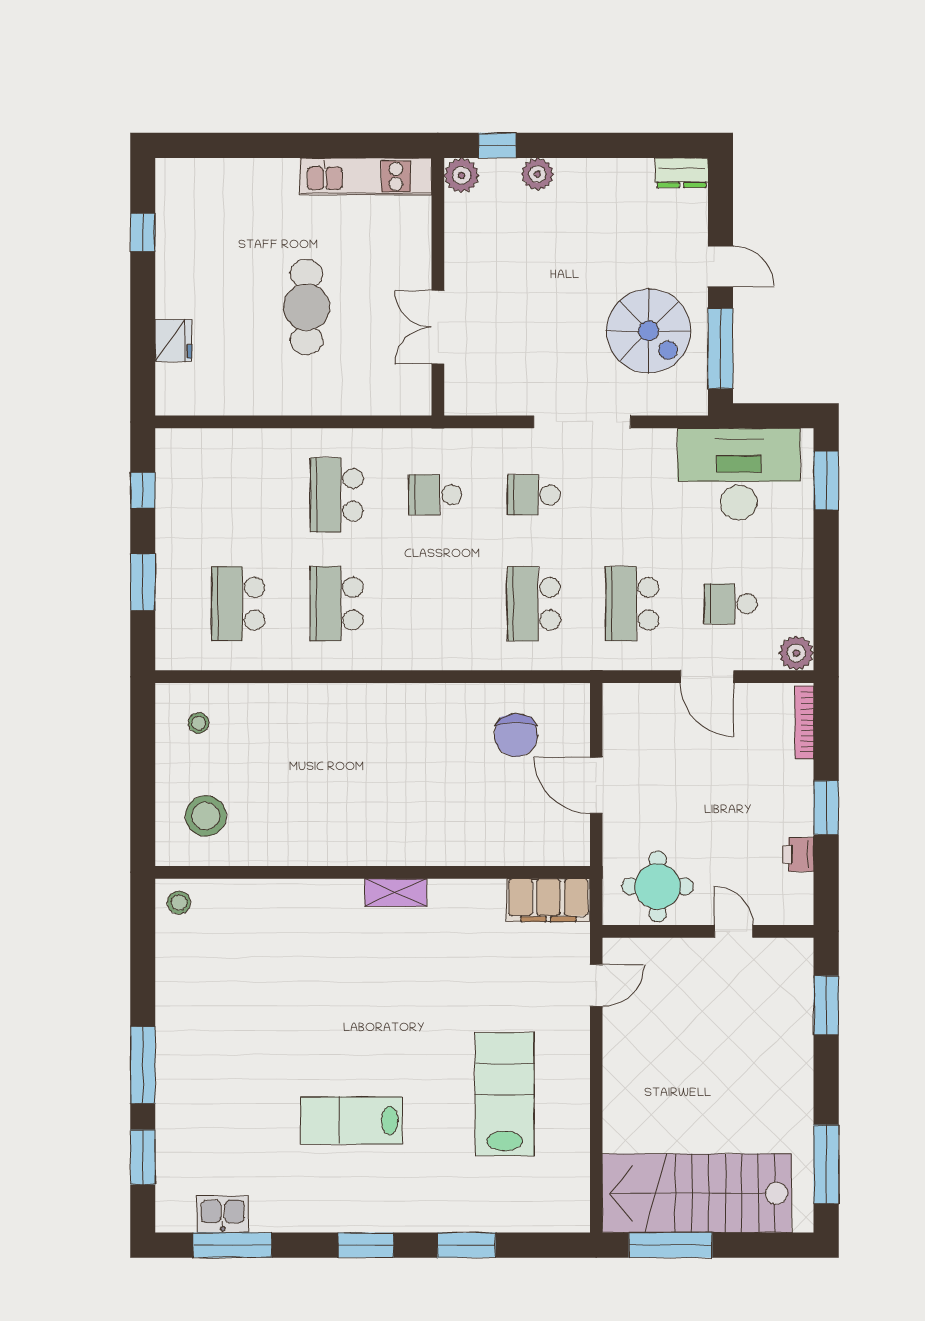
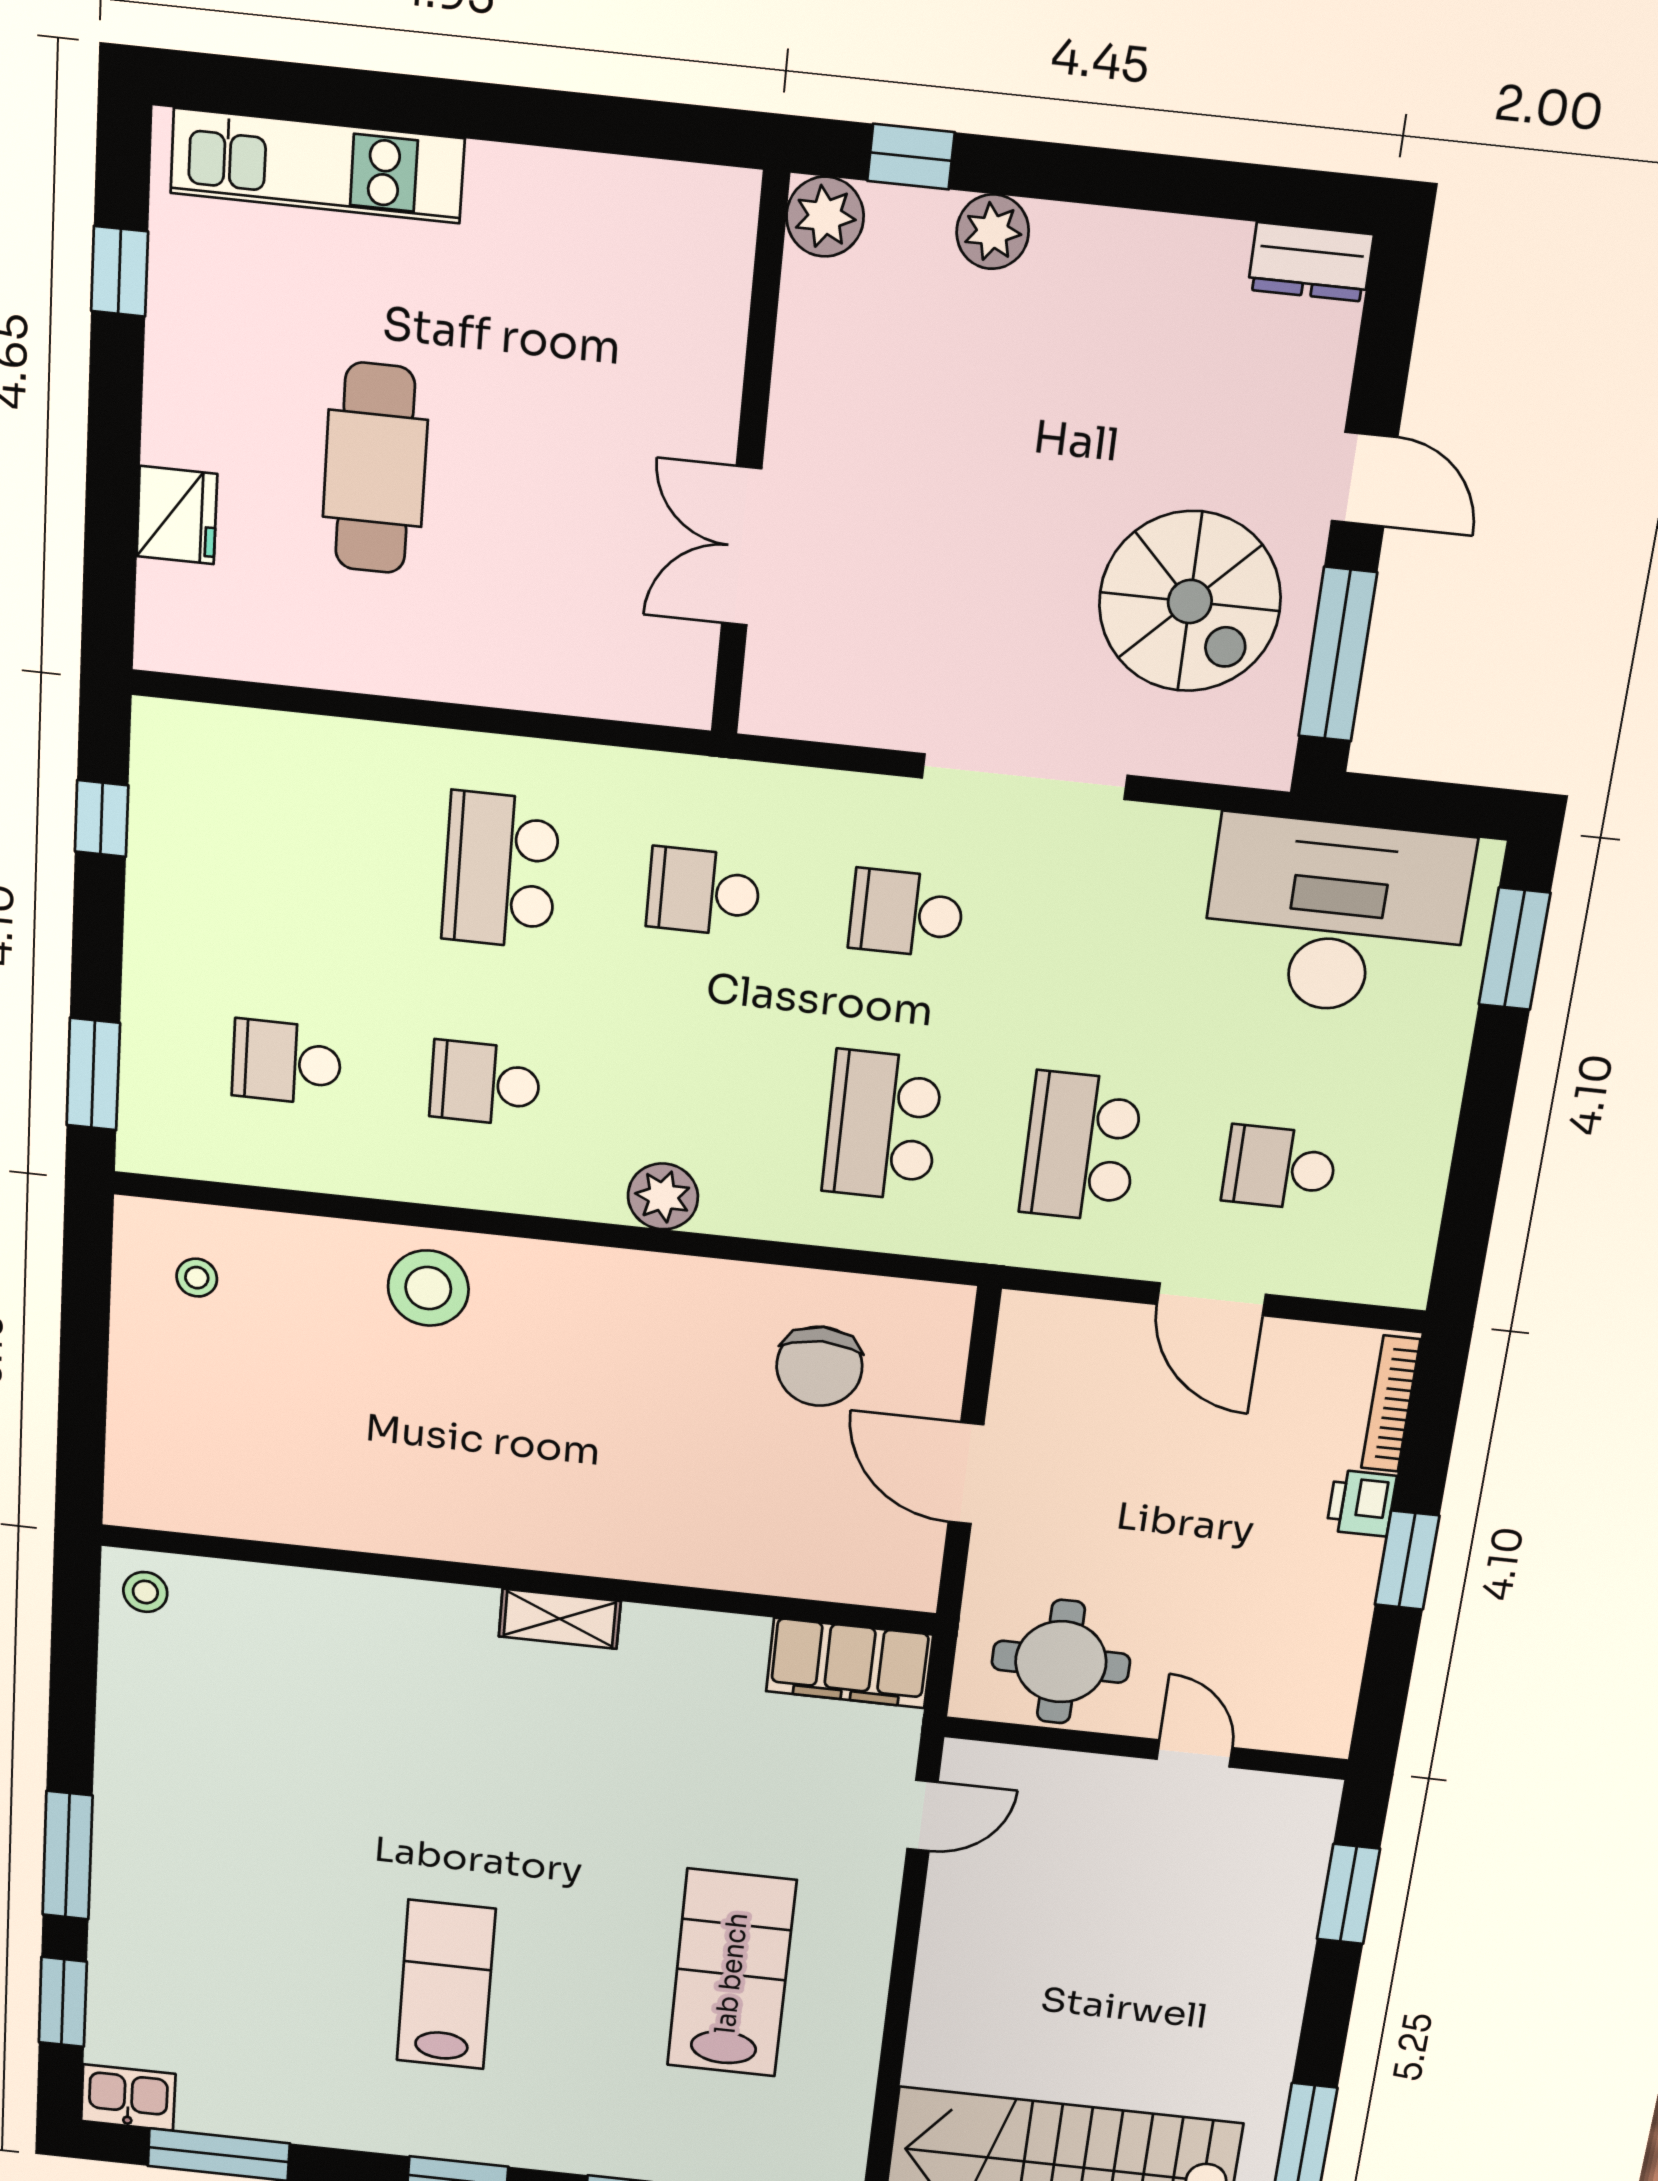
kitchen unit: (366, 176) -> (317, 166), moved
cafe table: (306, 307) -> (375, 468), moved
window: (143, 582) -> (93, 1074), moved
school desk: (238, 604) -> (287, 1062), width x0.54
school desk: (337, 604) -> (485, 1083), width x0.54
plant: (796, 653) -> (663, 1196), moved
stool: (206, 816) -> (428, 1288), moved
printer: (798, 855) -> (1361, 1503), moved
lab bench: (351, 1120) -> (446, 1985), turned 90
kitchen sink: (223, 1214) -> (128, 2098), moved

